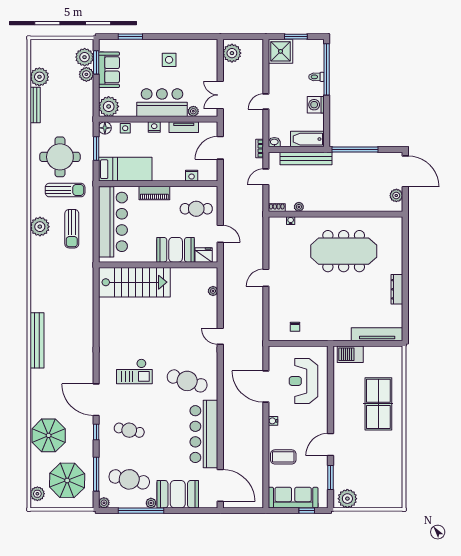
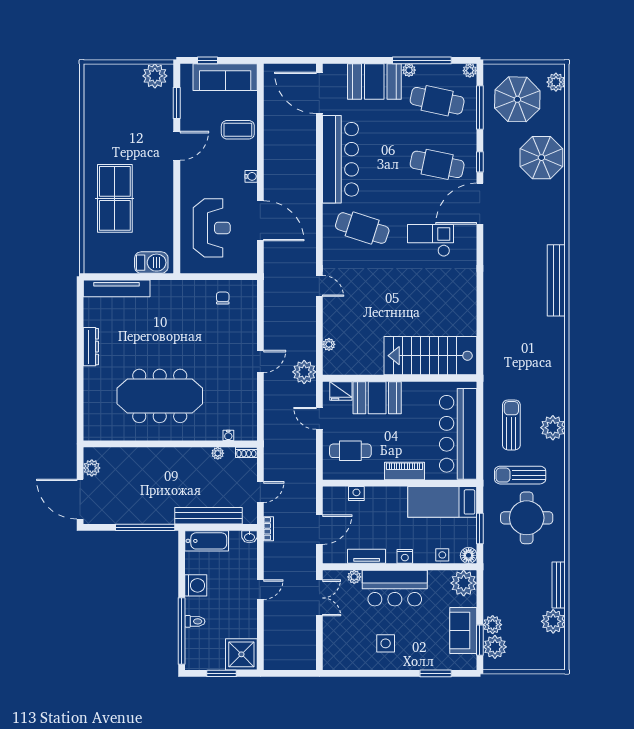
plant: (232, 53) -> (304, 372), moved
door: (96, 400) -> (480, 204), swing flipped
cafe table: (129, 430) -> (437, 164), width x1.37, depth x1.35

